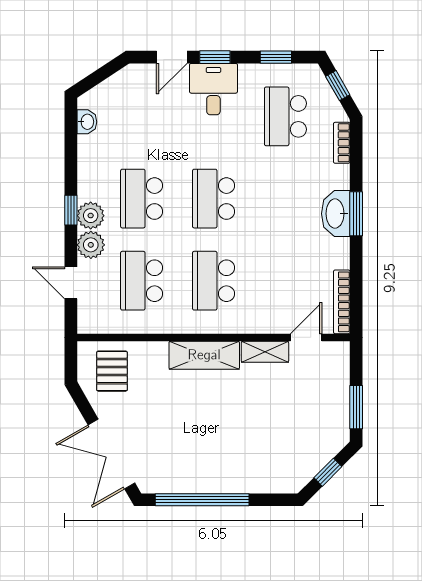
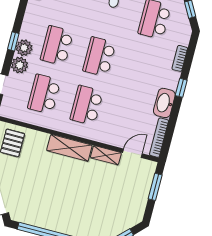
bookcase: (342, 143) -> (180, 58), moved
washbasin: (336, 214) -> (164, 103), moved
window: (356, 214) -> (181, 88), width x0.67
window: (356, 407) -> (155, 187), moved

